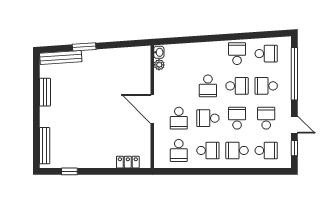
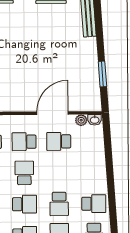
window: (84, 47) -> (102, 74), moved
school desk: (208, 86) -> (59, 141), moved
door: (152, 109) -> (53, 113), moved

